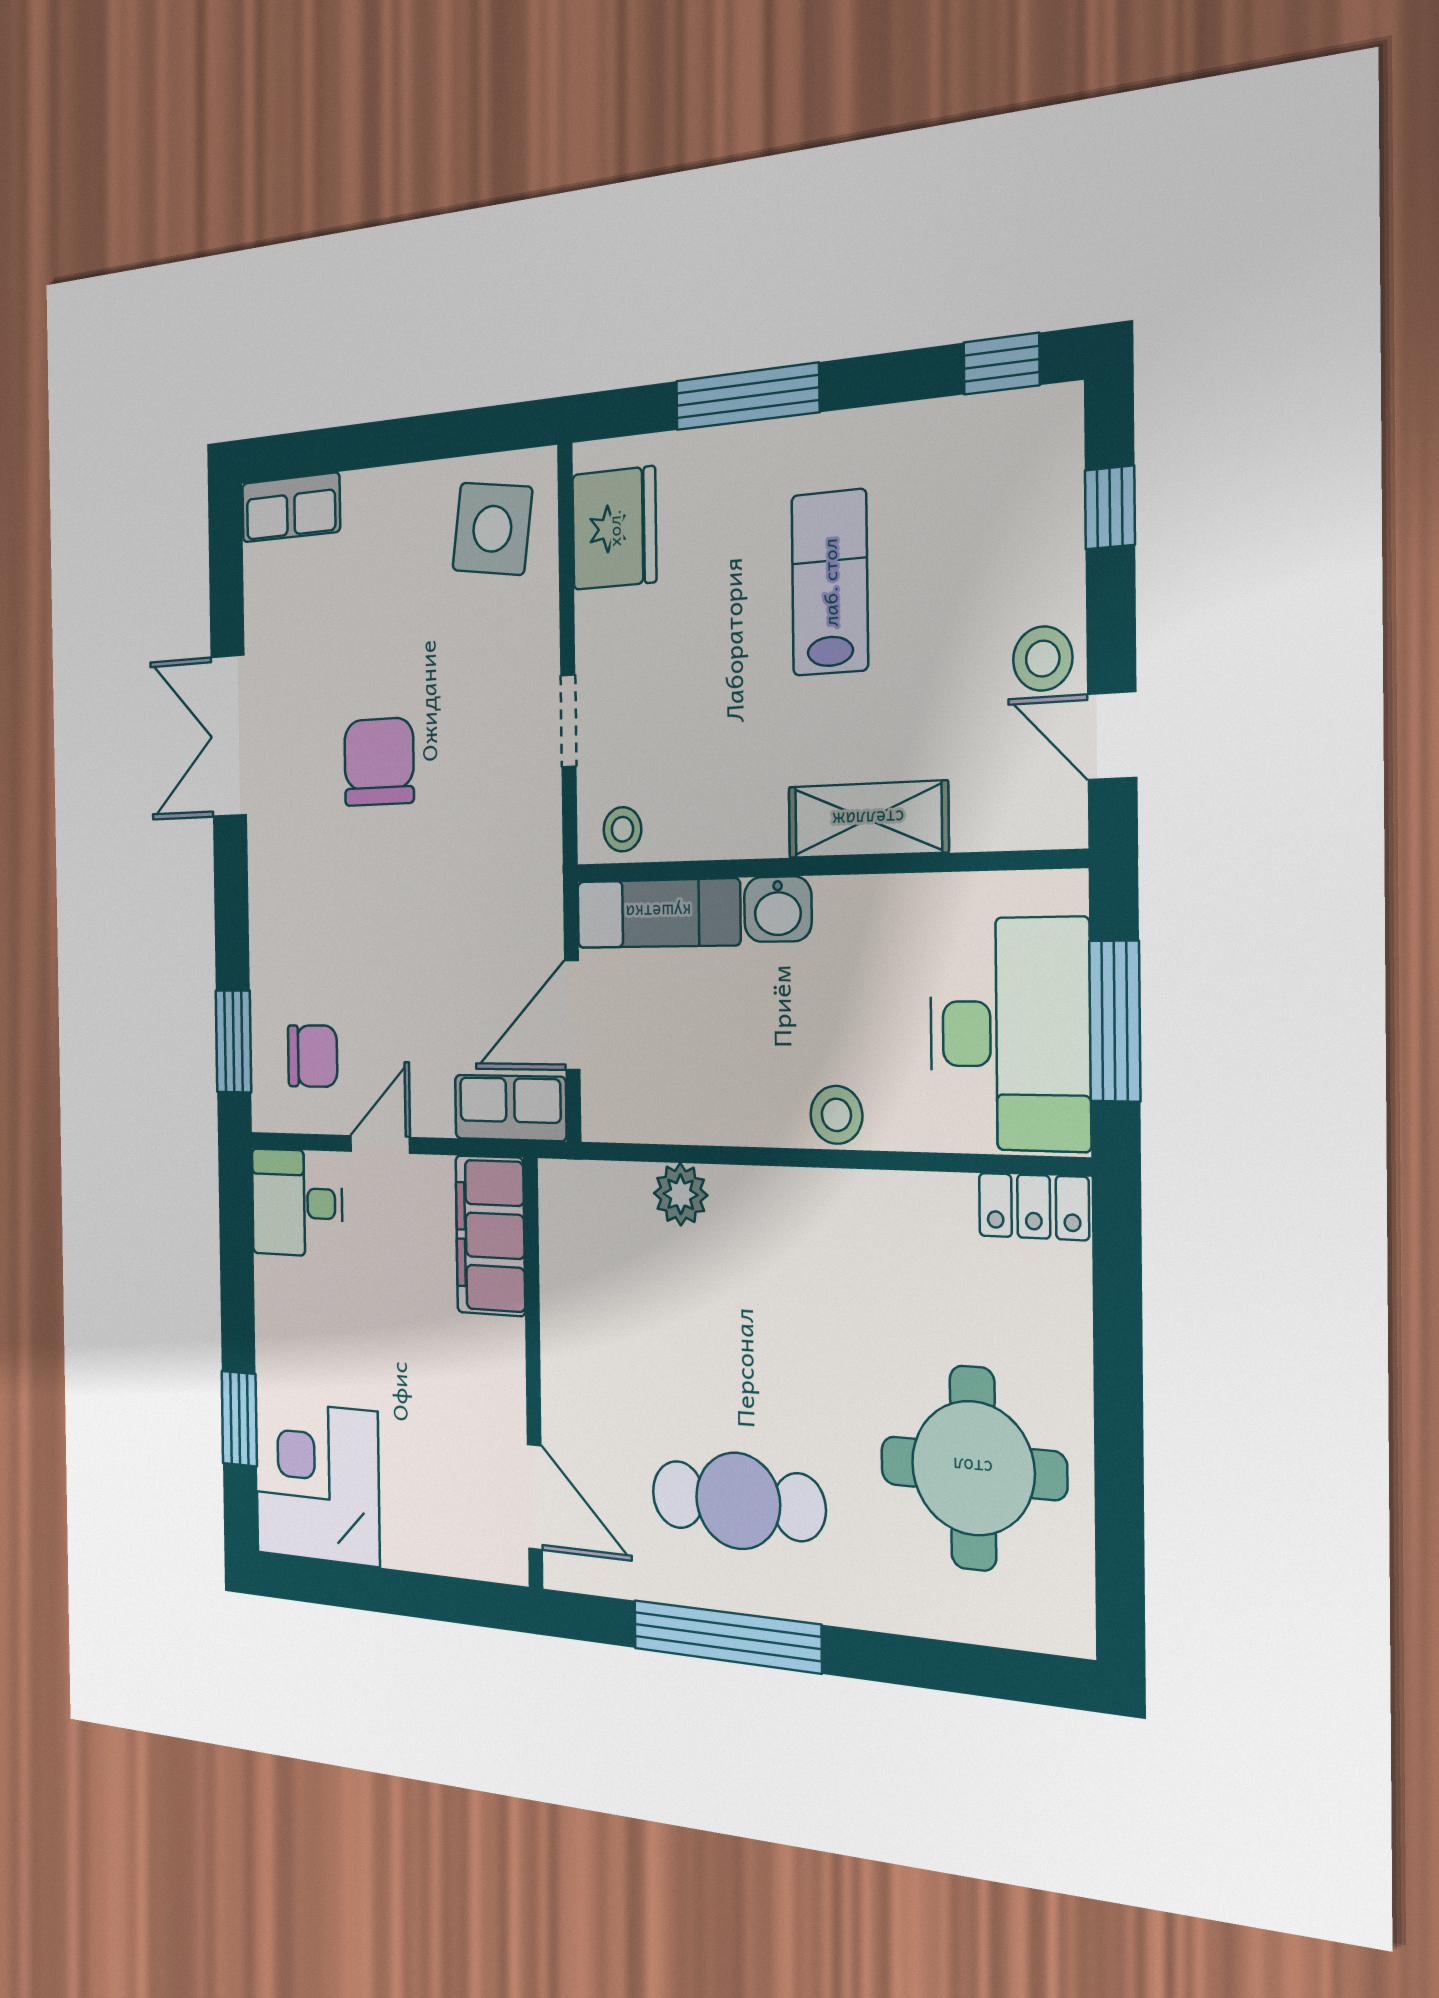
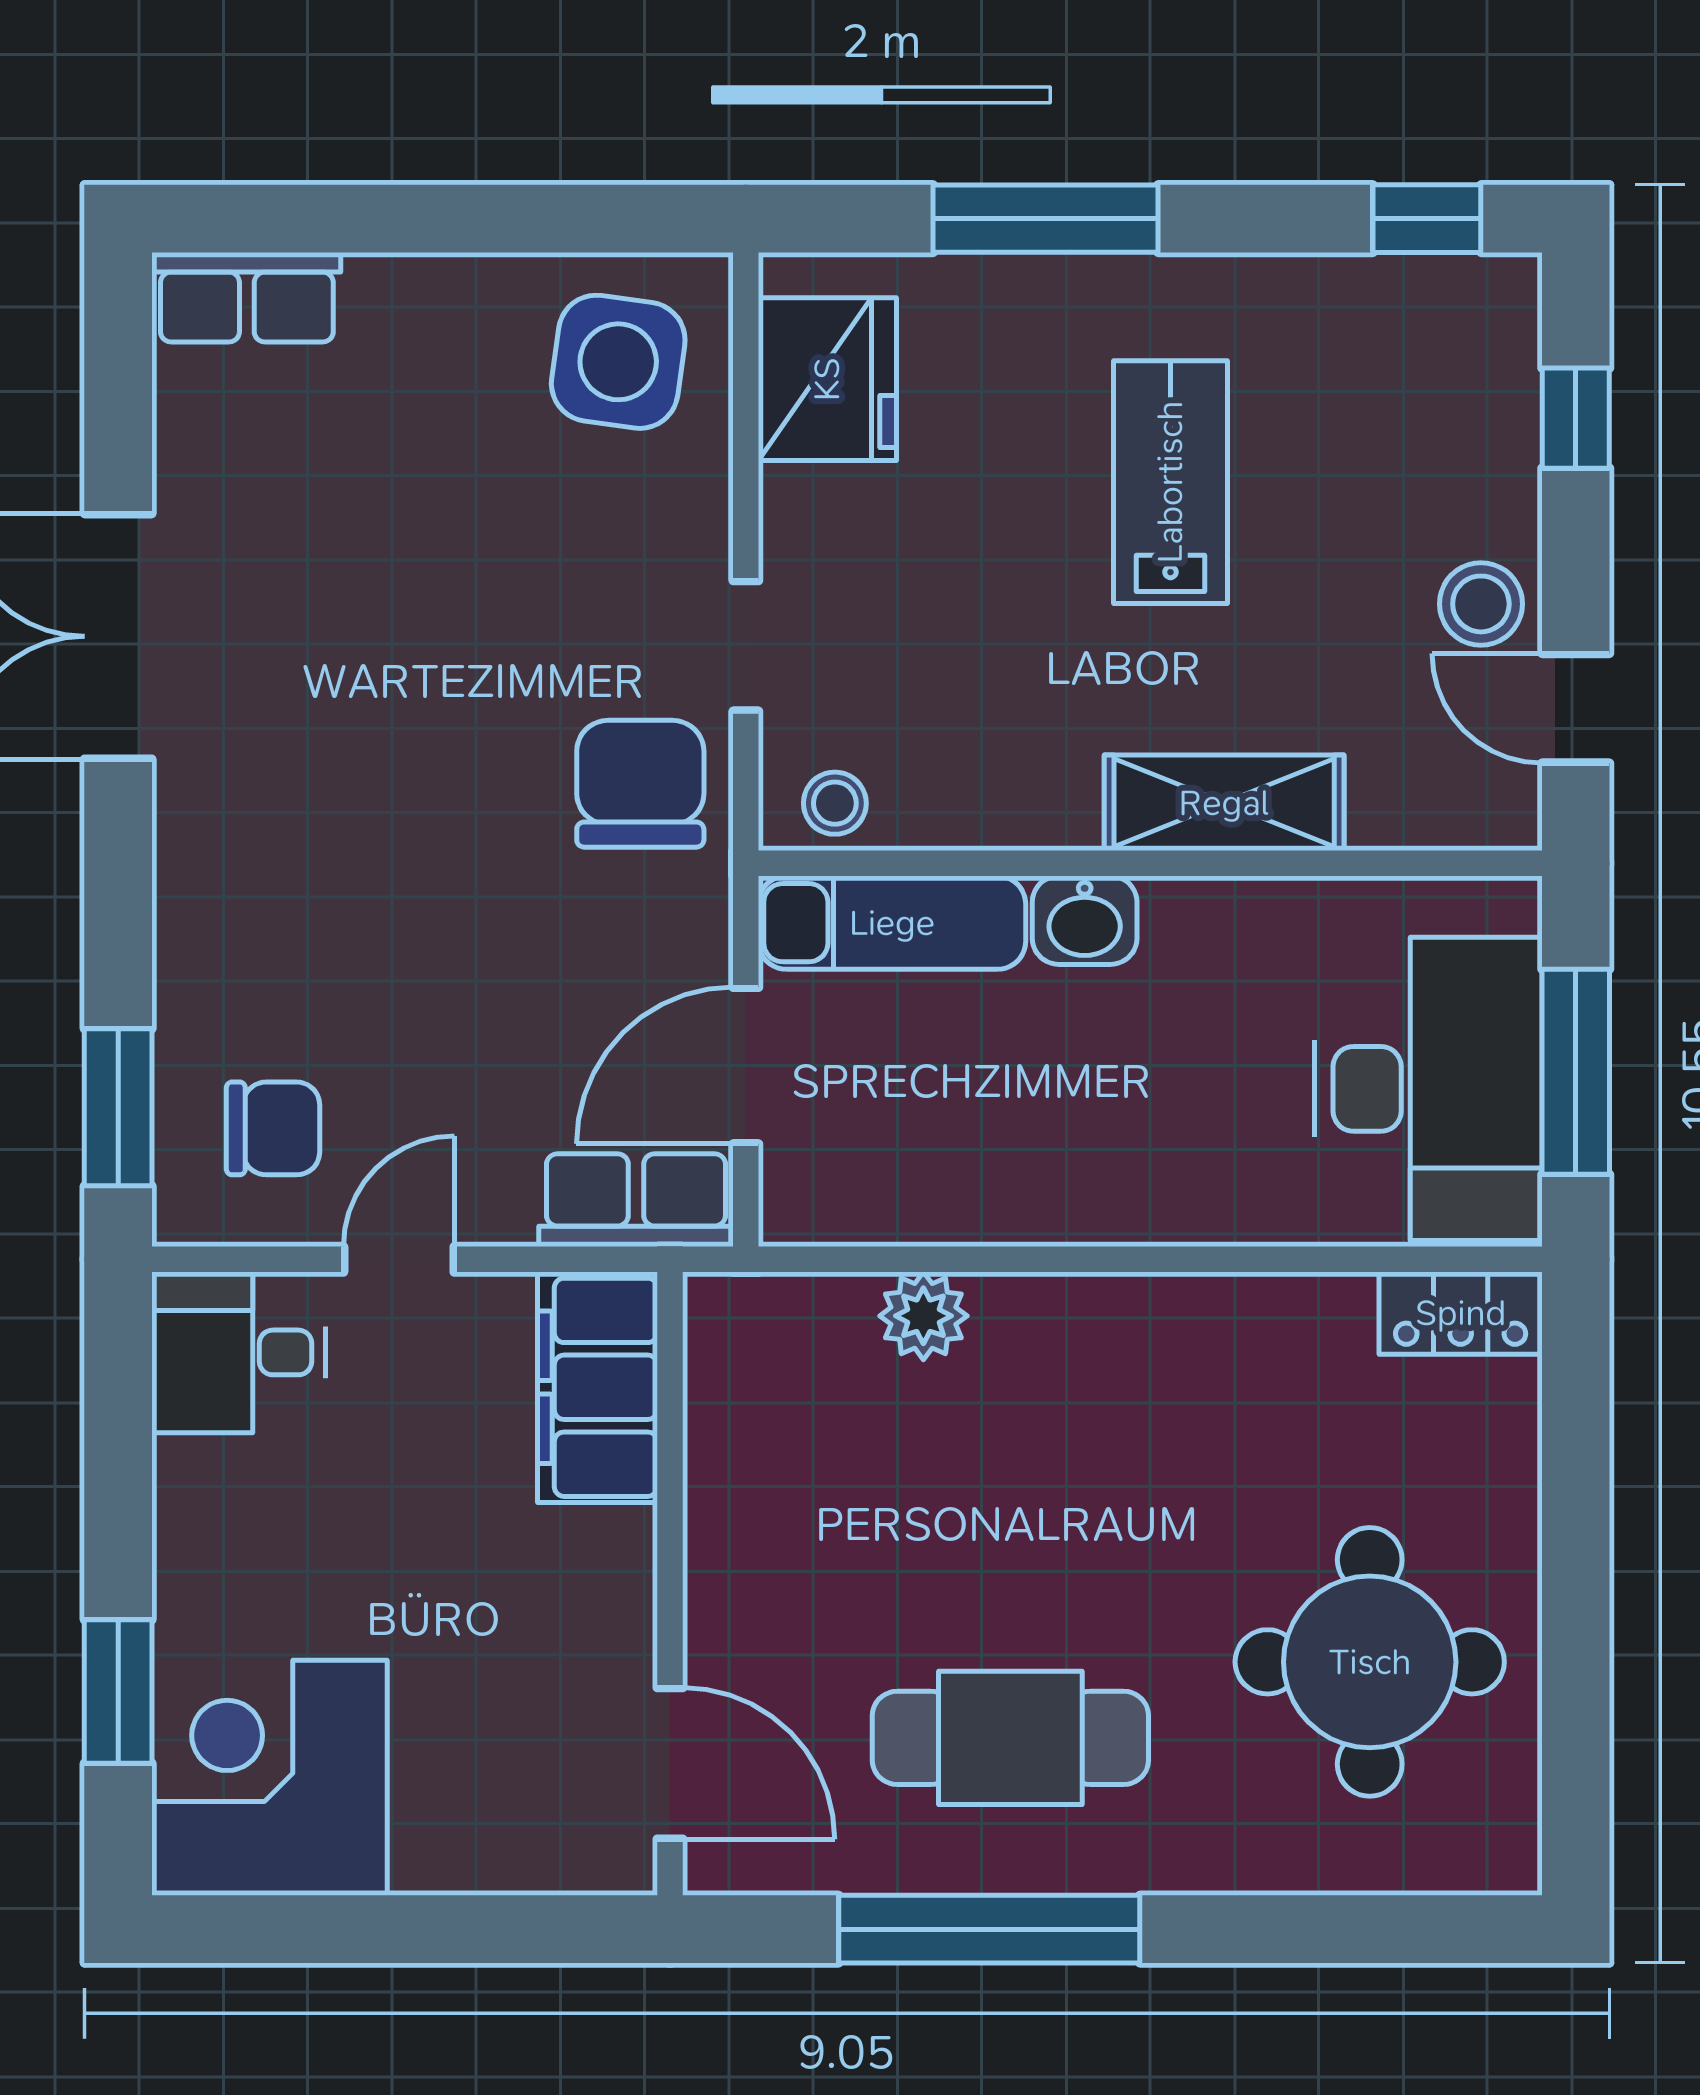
chair: (379, 762) -> (640, 784), moved
stool: (836, 1115) -> (1172, 1200), removed

